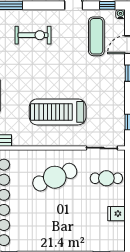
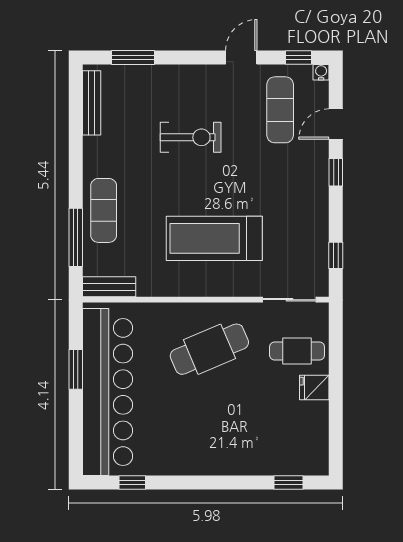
exercise bike: (33, 35) -> (191, 137), moved
fridge: (117, 214) -> (314, 388), moved

